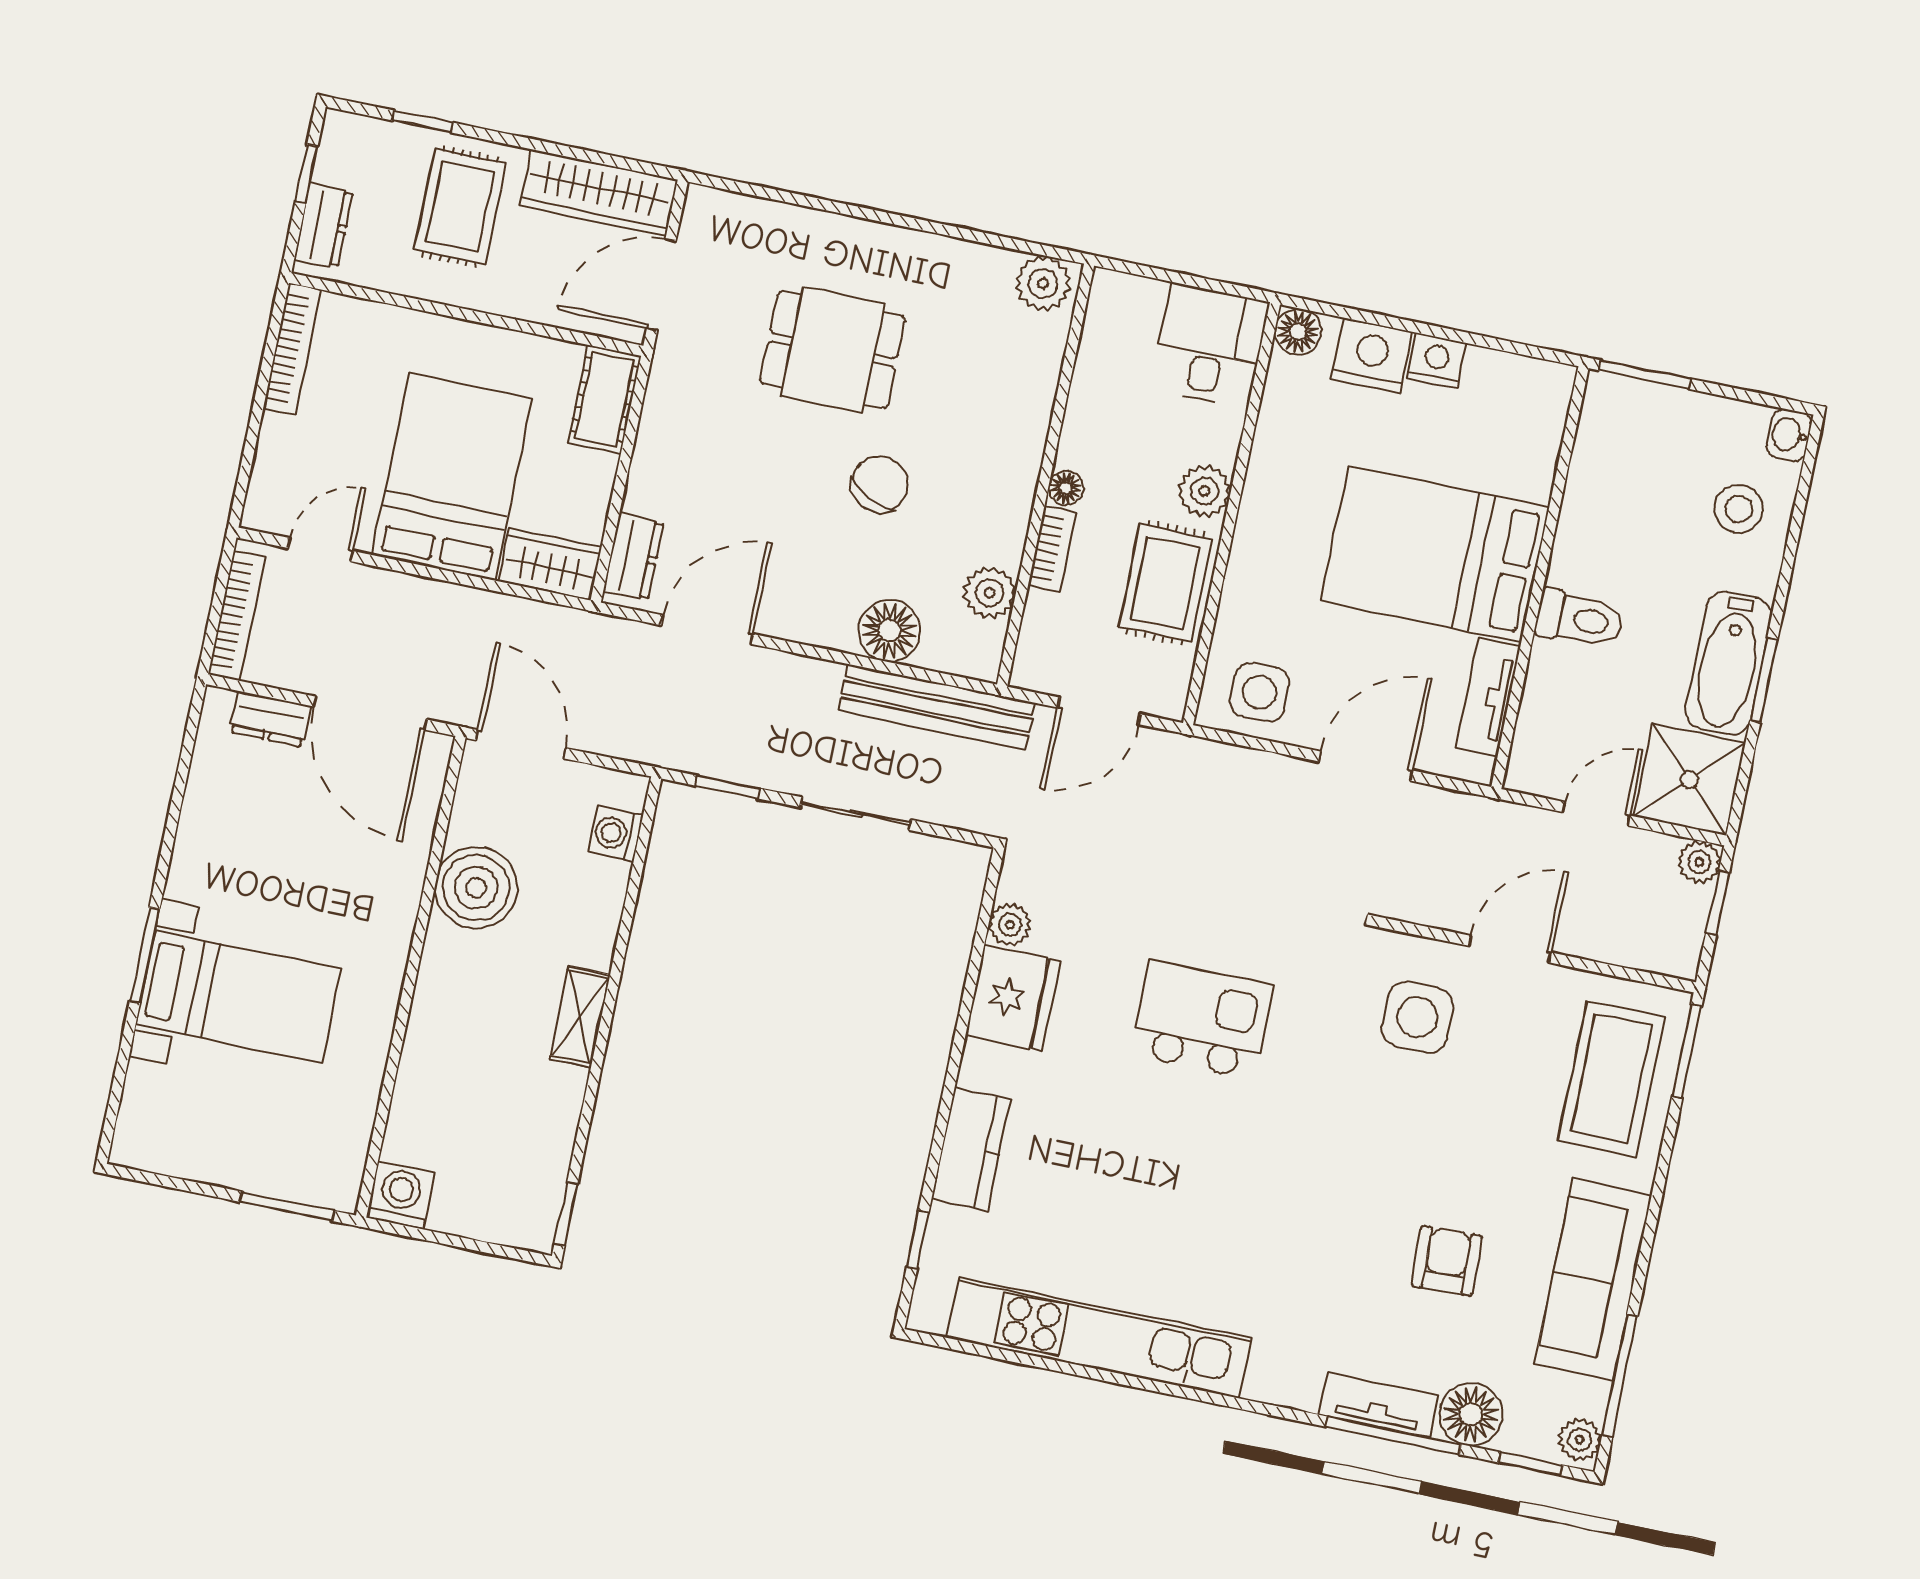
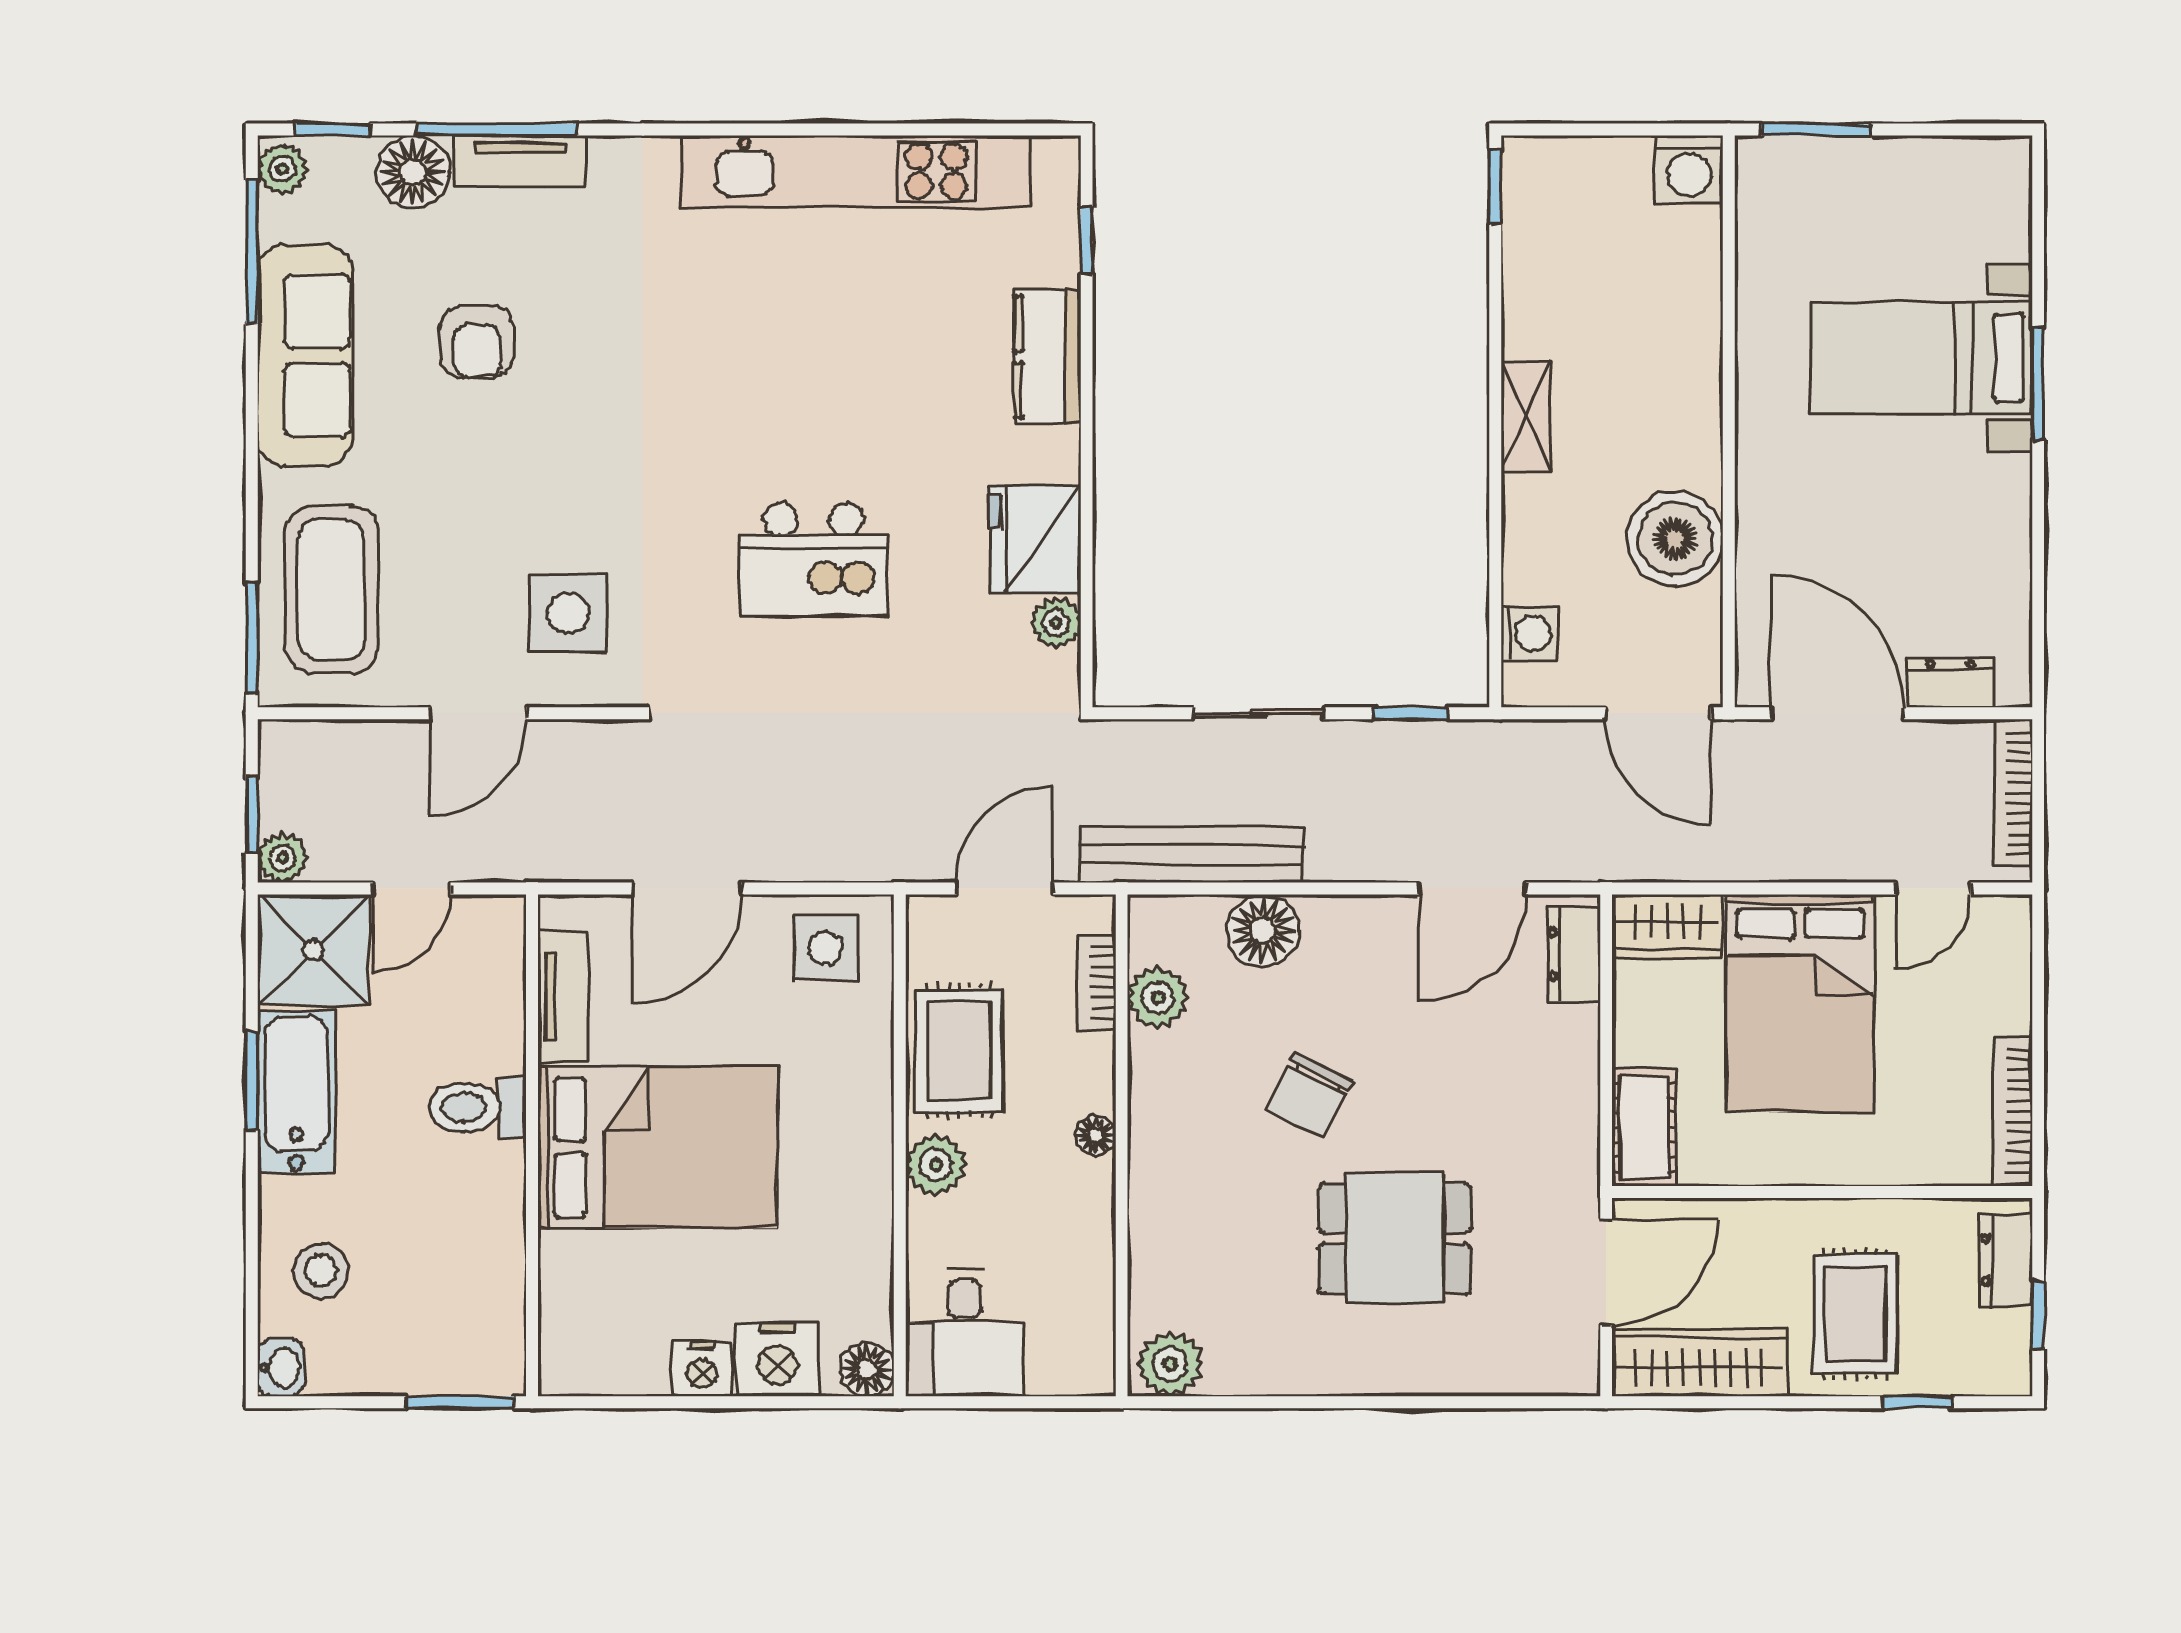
bookcase: (1052, 549) -> (1097, 982), moved

